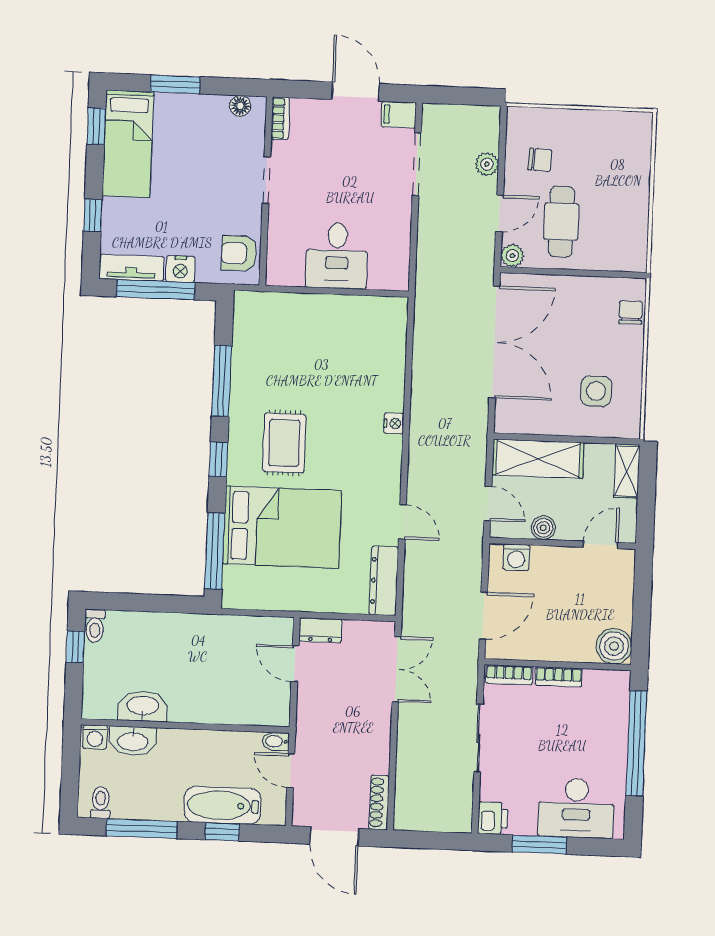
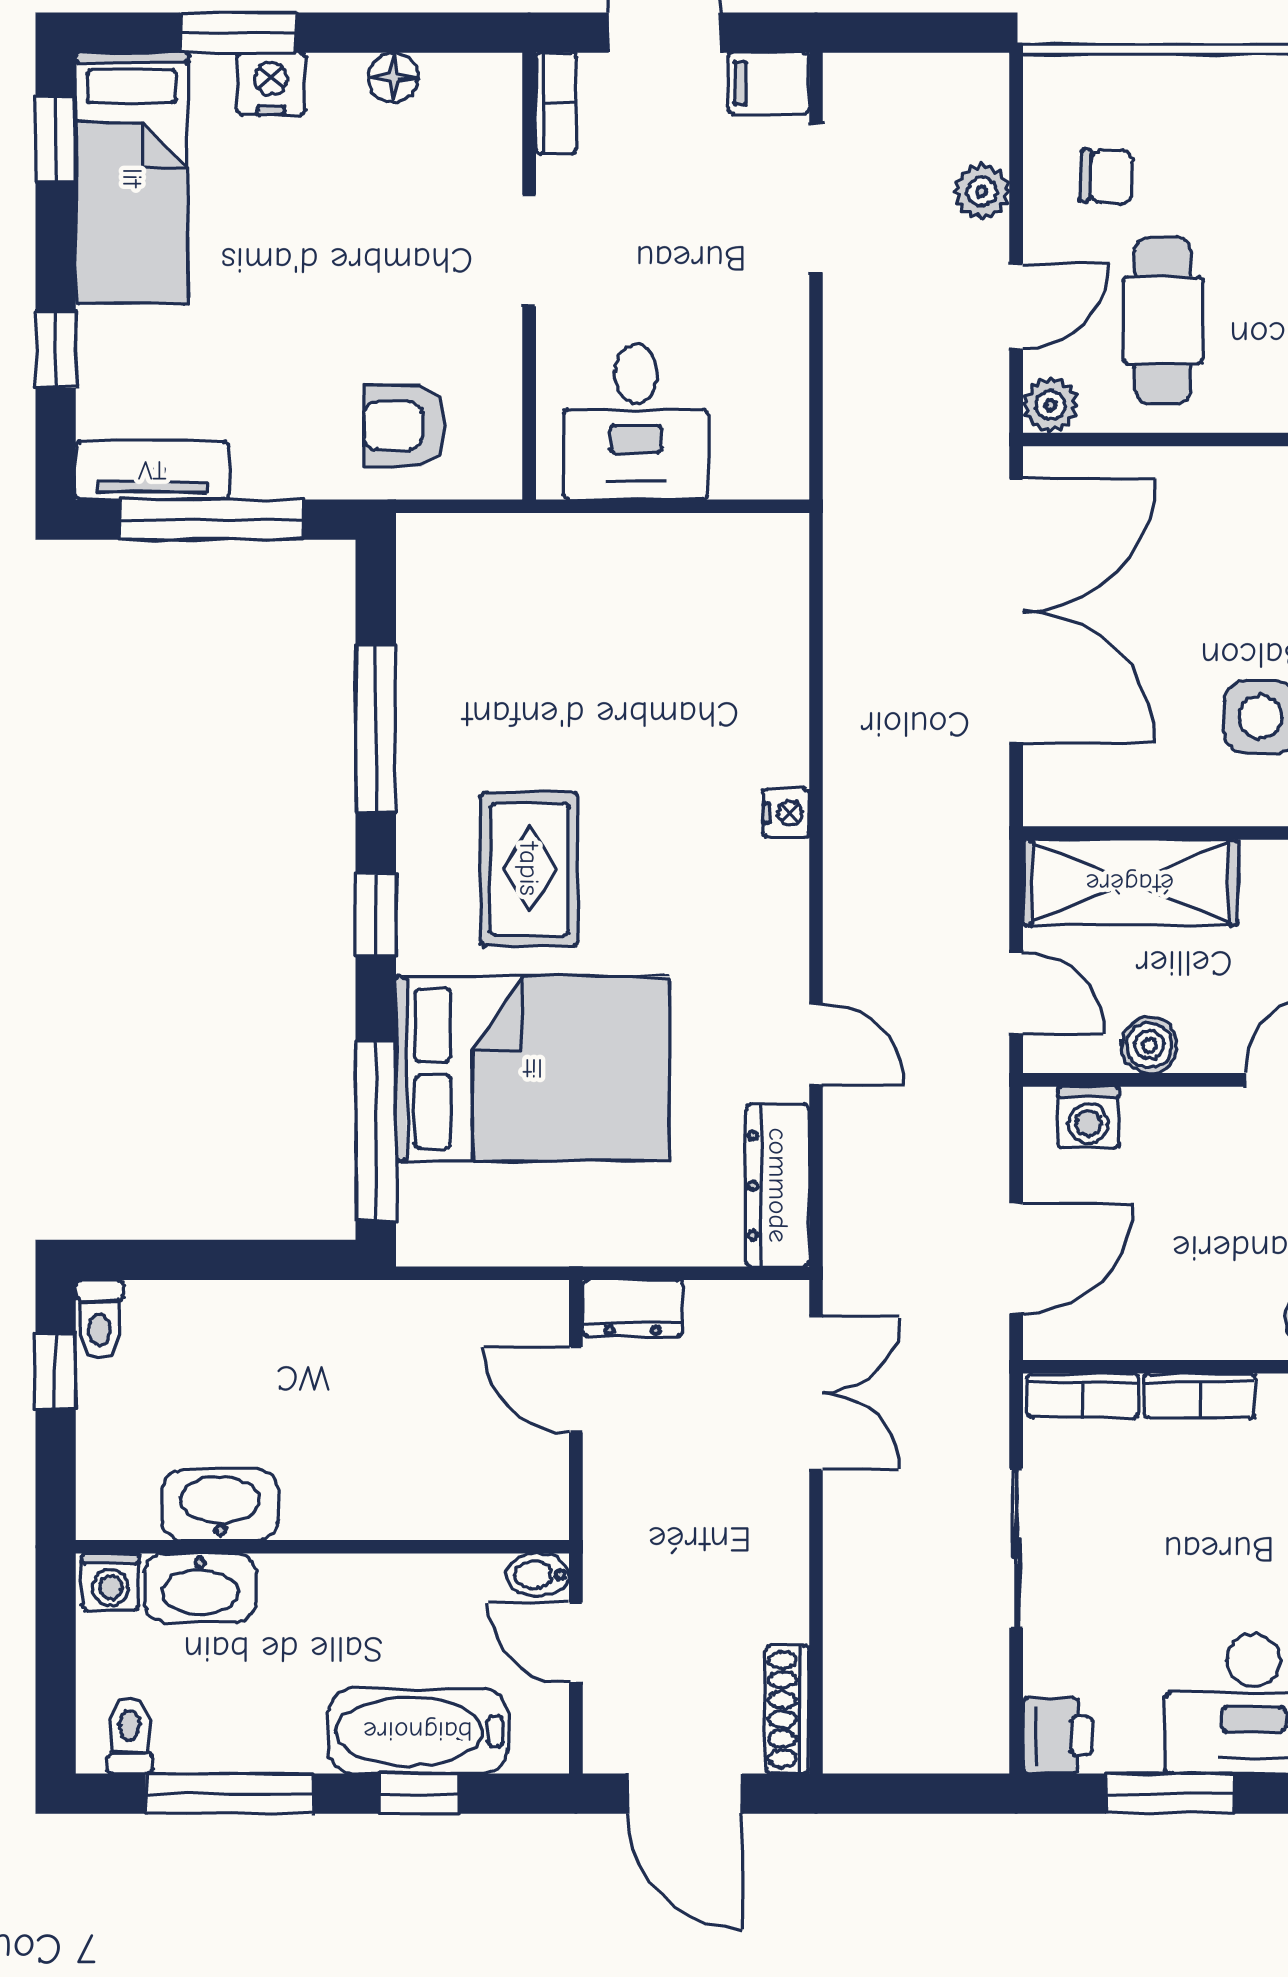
bookcase: (280, 118) -> (556, 103), moved
doorway: (266, 180) -> (529, 250), moved
wall: (266, 191) -> (529, 276), moved
nightstand: (180, 269) -> (271, 84), moved, turned 180

